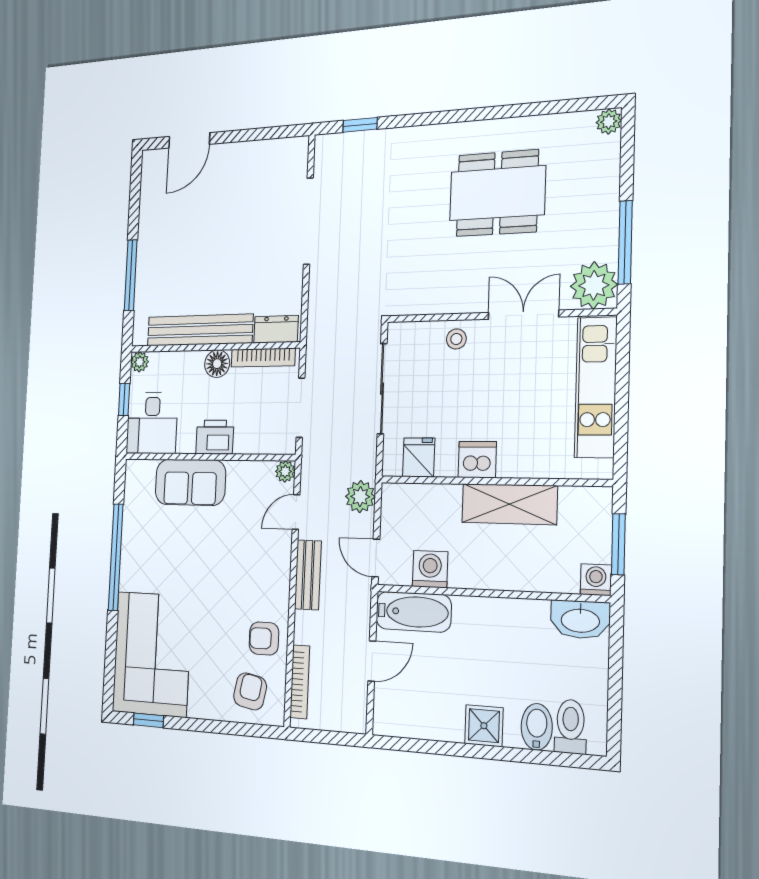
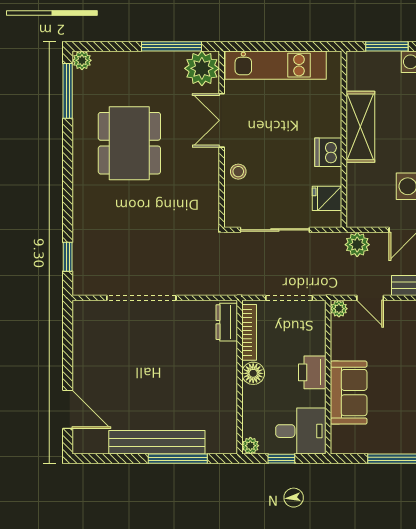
window: (568, 106) -> (68, 91), added
bench: (200, 330) -> (157, 442), moved, turned 90

